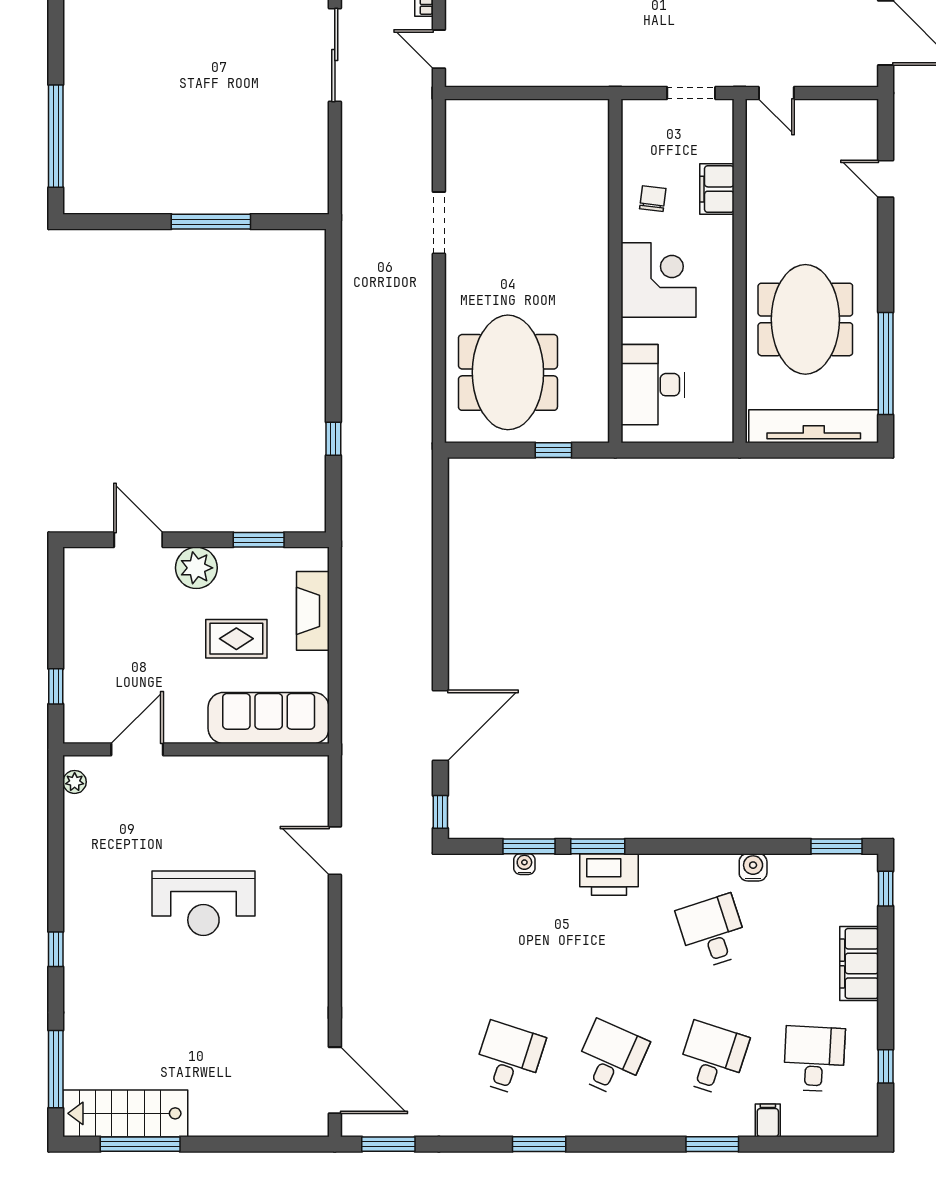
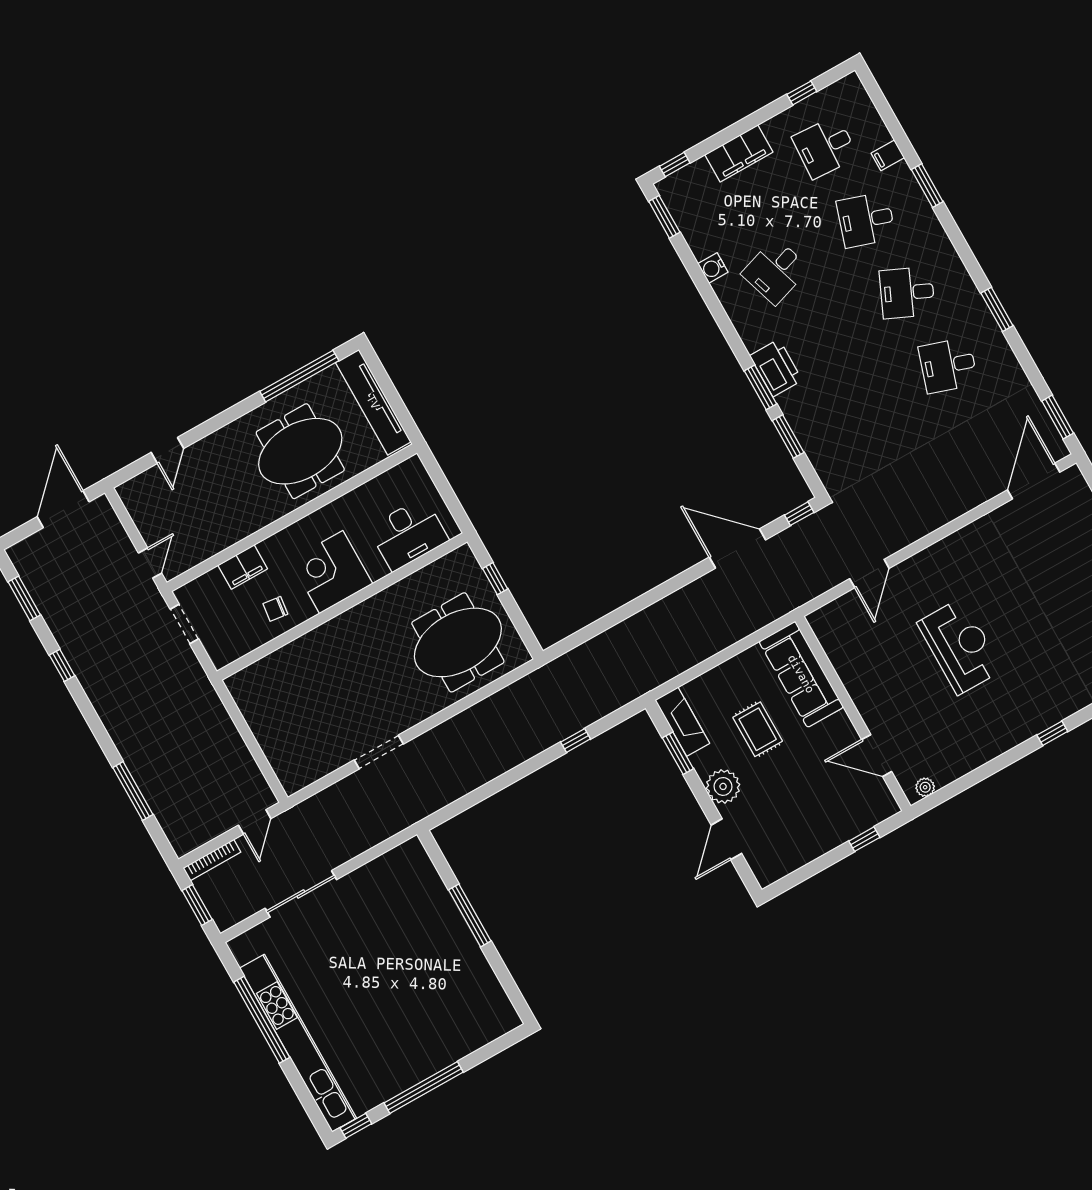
window: (56, 136) -> (424, 1088), moved
fireplace: (313, 611) -> (682, 722), moved, turned -90
water cooler: (524, 864) -> (803, 433), removed

